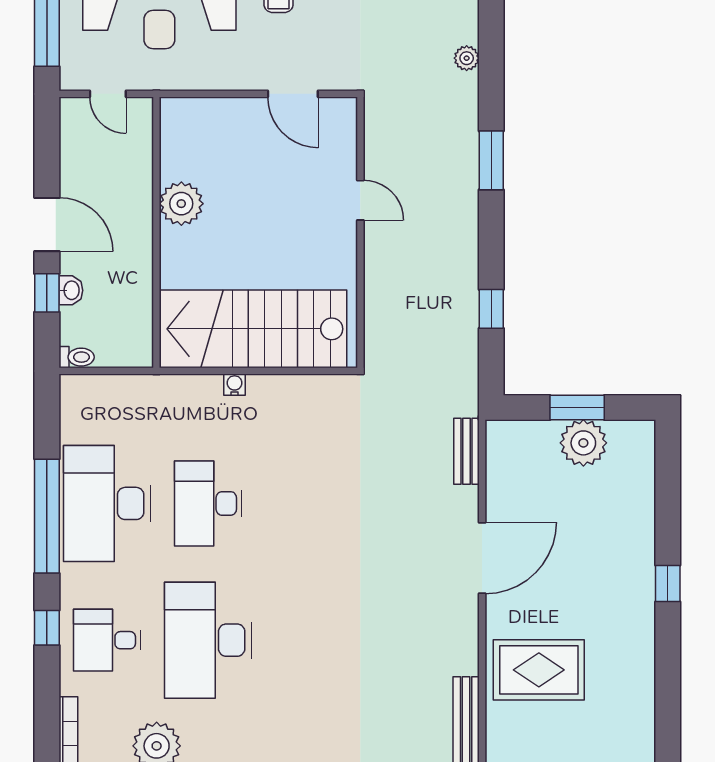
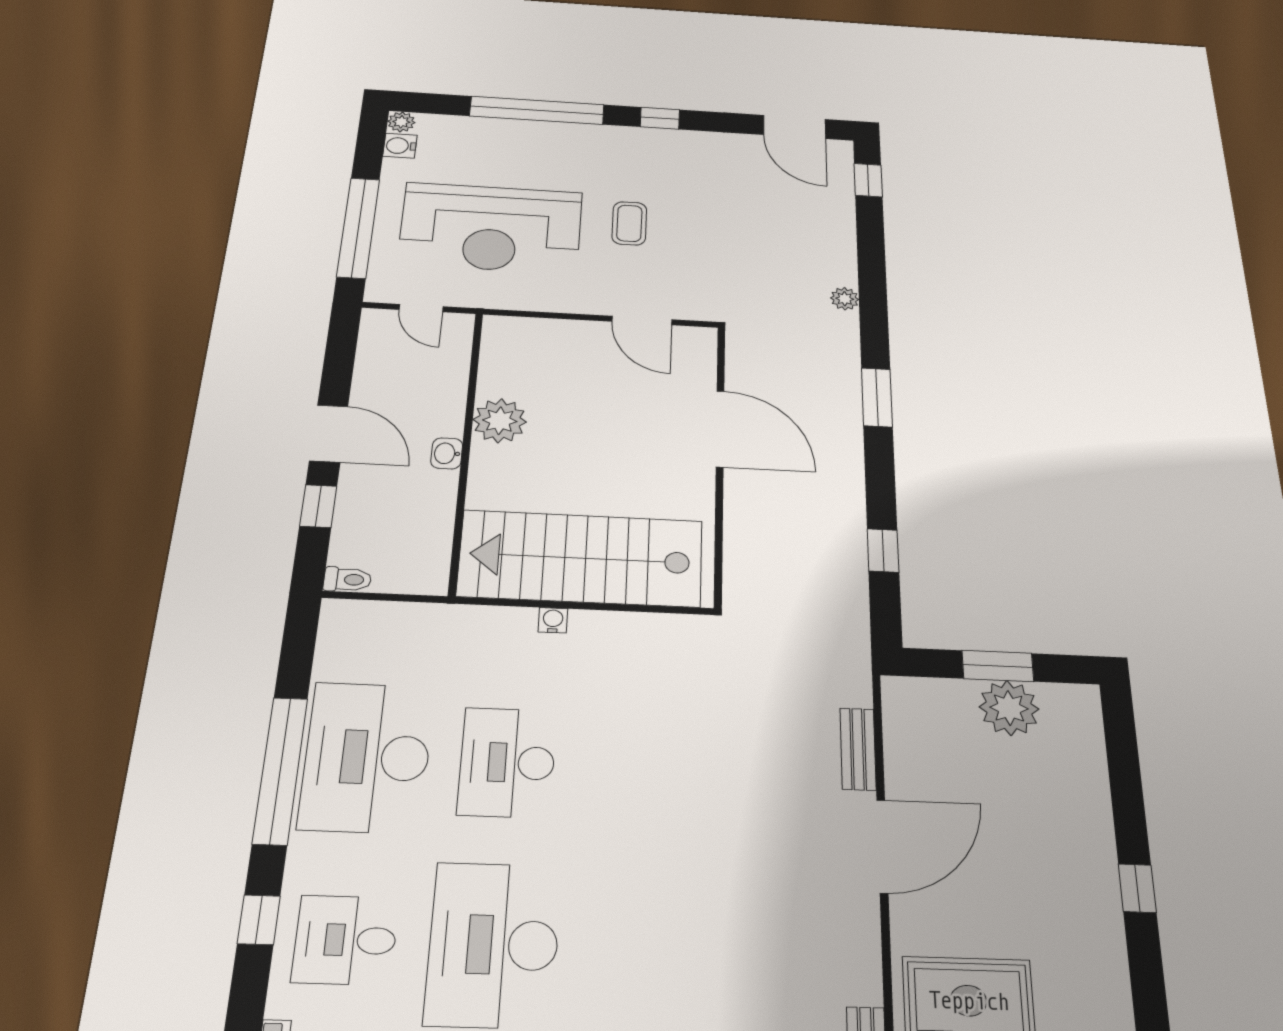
door: (360, 200) -> (720, 429), width x1.88
washbasin: (71, 290) -> (447, 453), moved, turned 180
bench: (466, 451) -> (858, 749), moved

